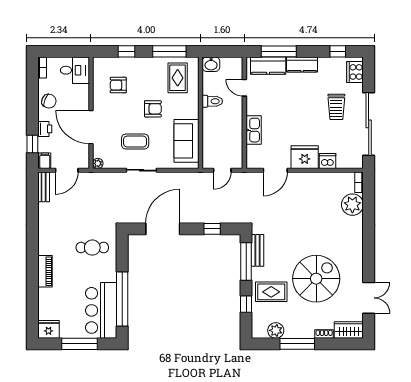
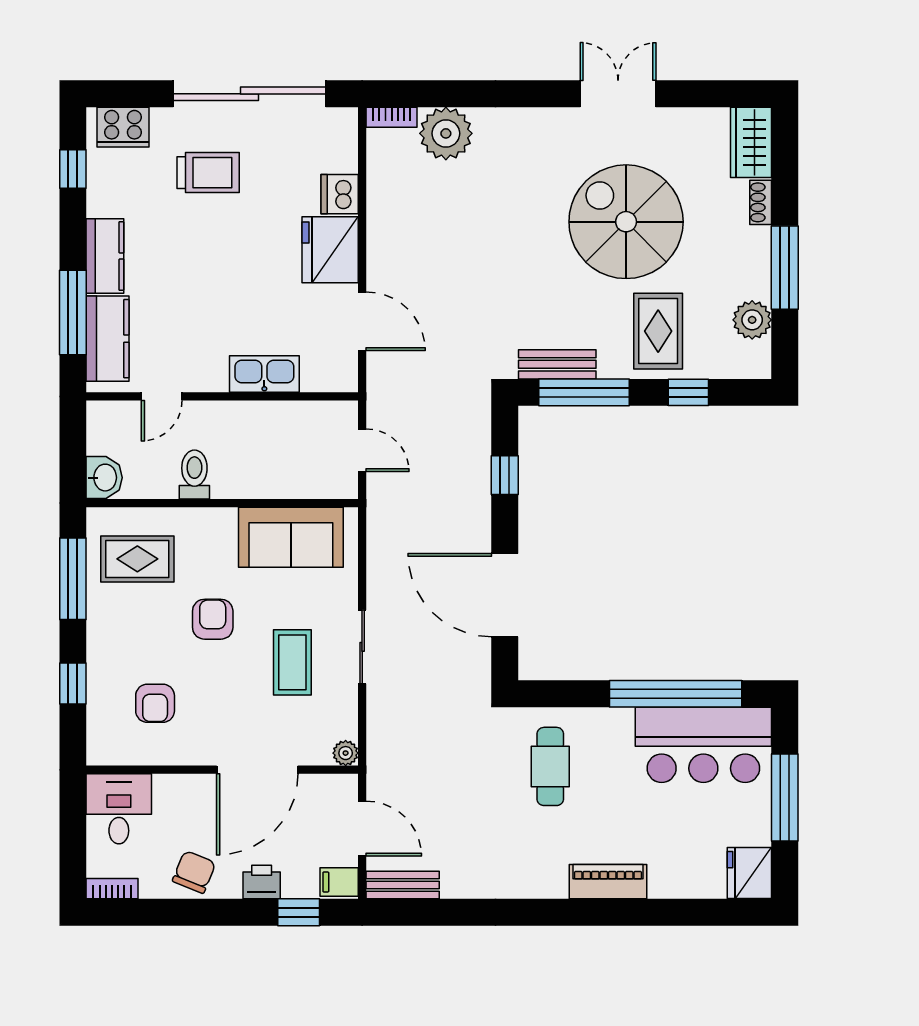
double door: (369, 298) -> (618, 94), moved

